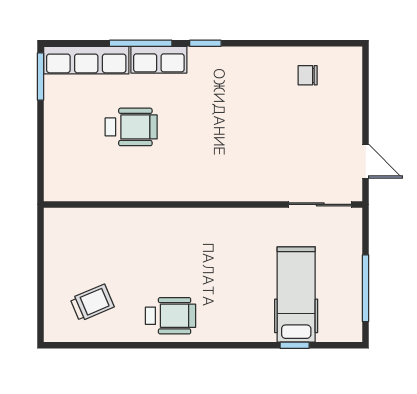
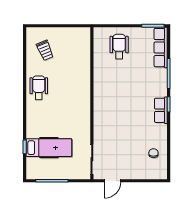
row of seats: (159, 60) -> (161, 110), moved
wheelchair: (131, 127) -> (119, 47), moved, turned 180
wheelchair: (171, 316) -> (39, 88), turned 180

